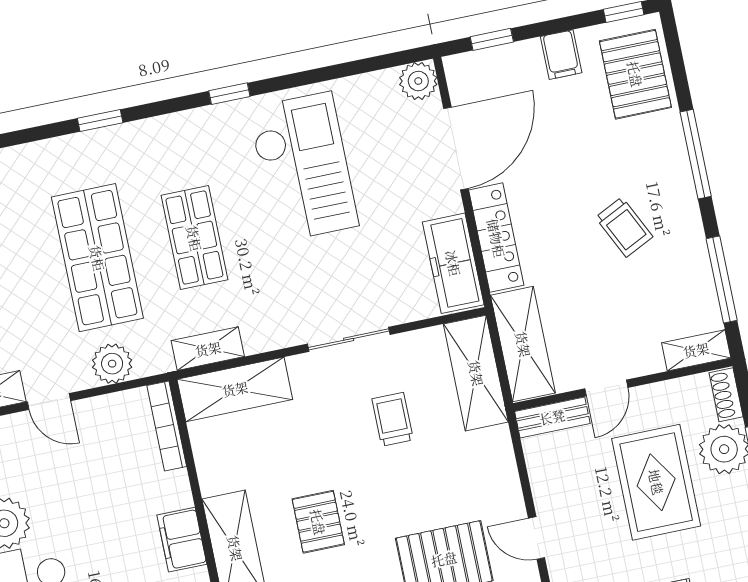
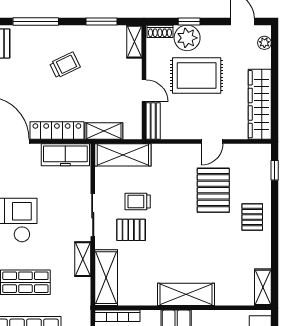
window: (722, 280) -> (101, 21), width x0.69
shelving: (523, 344) -> (104, 131), width x0.67, depth x0.75
shelving: (208, 349) -> (83, 259), moved
pallet: (318, 522) -> (131, 230), moved

